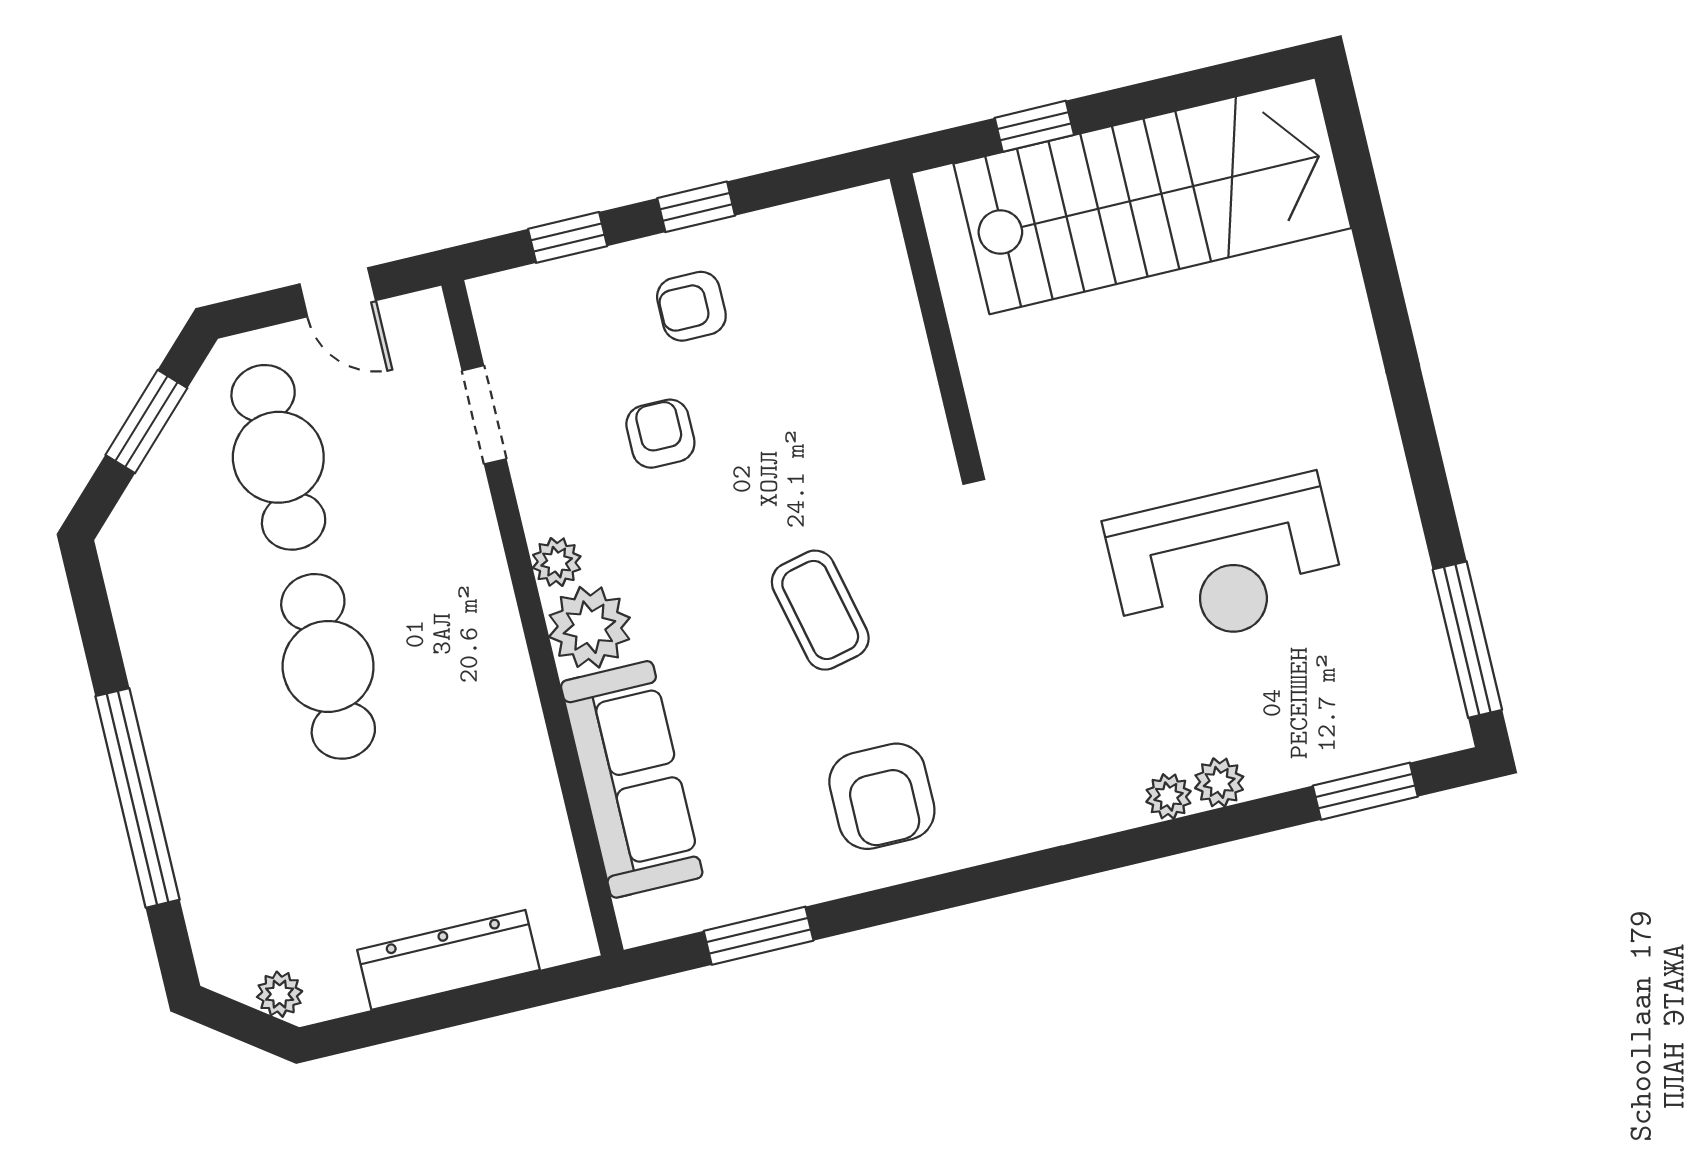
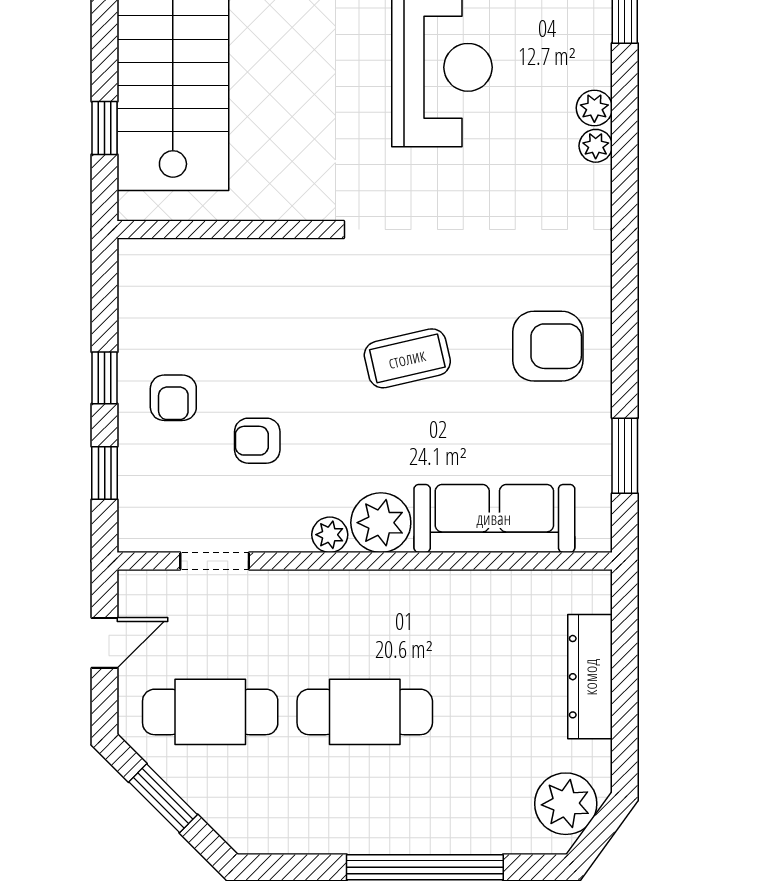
plant: (280, 994) -> (566, 804), width x1.87, depth x1.87

